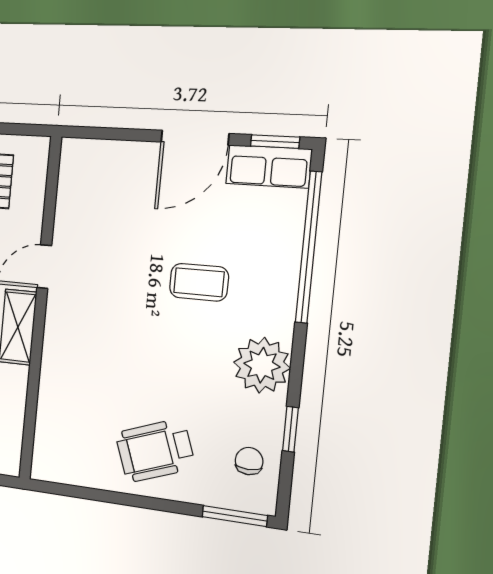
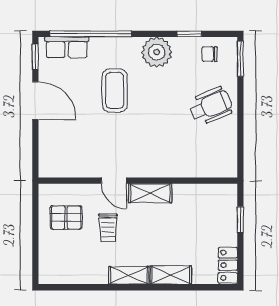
row of seats: (269, 166) -> (67, 47), moved, turned 90
coffee table: (199, 282) -> (115, 91), width x1.36, depth x1.30
wheelchair: (155, 450) -> (211, 106), turned -93

